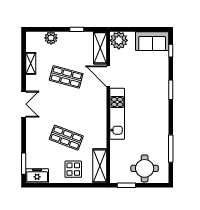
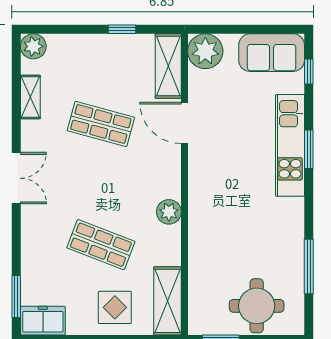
plant: (51, 38) -> (33, 46), moved
kitchen unit: (117, 114) -> (290, 145), moved, turned 180
plant: (100, 121) -> (169, 212), added

